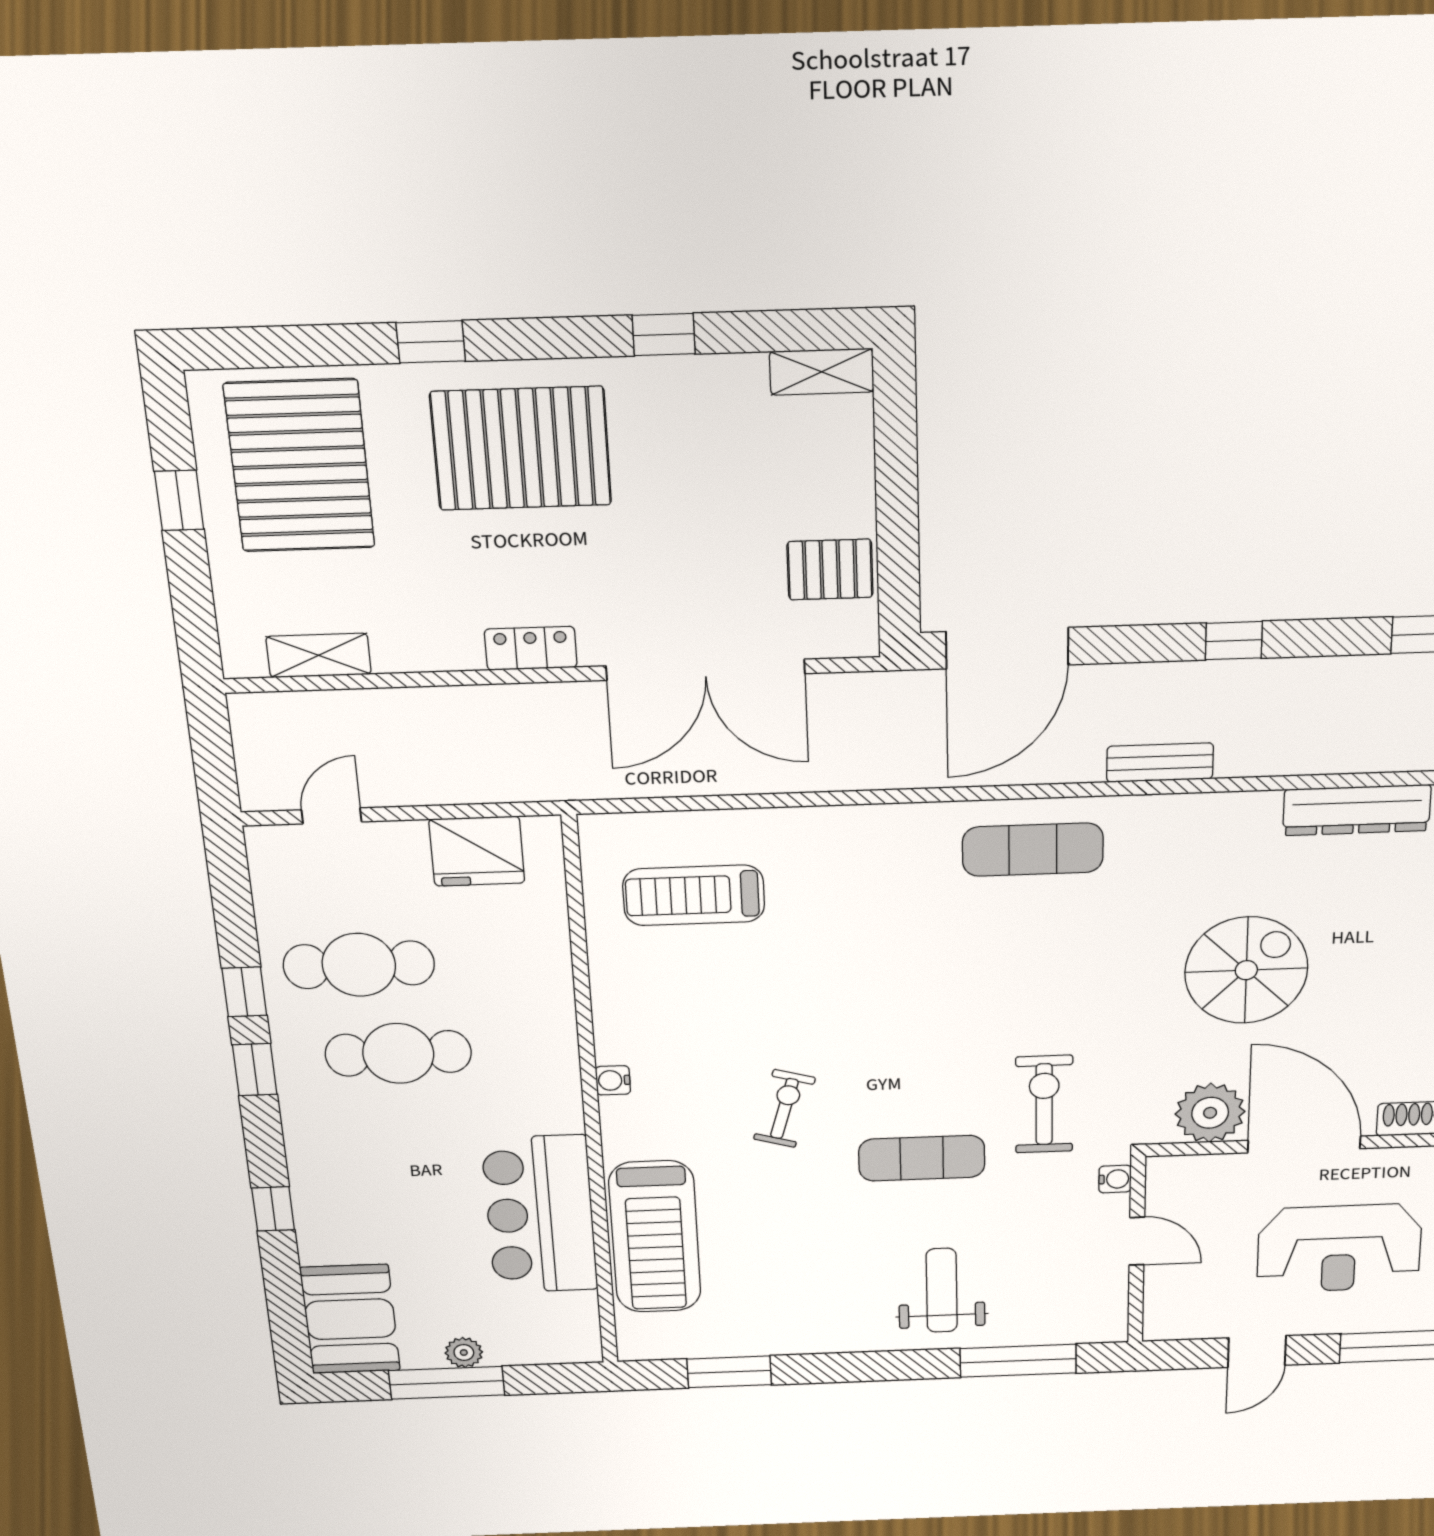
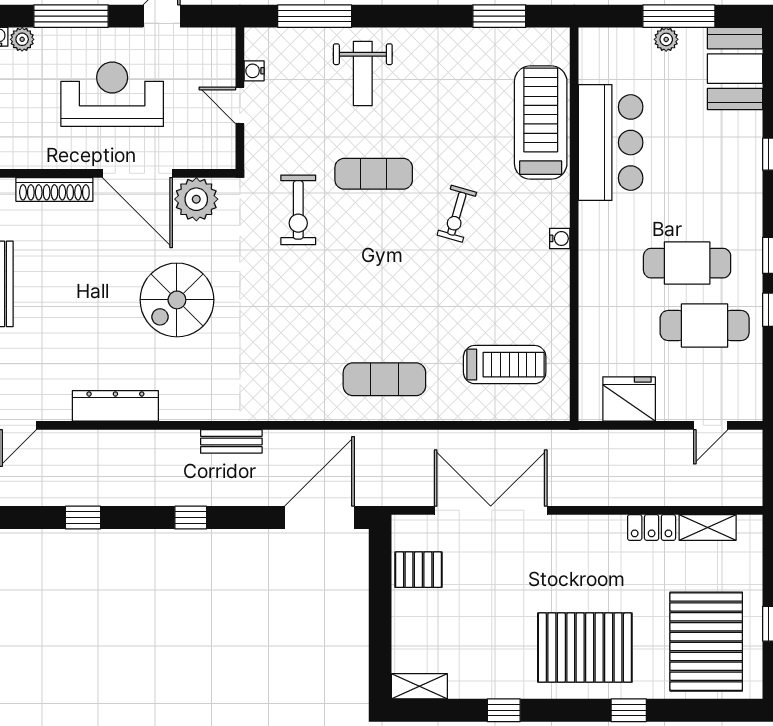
locker: (531, 648) -> (652, 527), moved
exercise mat: (1033, 850) -> (384, 379), moved
water cooler: (1115, 1179) -> (254, 71), moved

